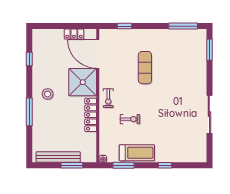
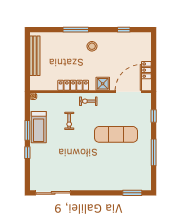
window: (183, 26) -> (154, 152), moved
exercise mat: (145, 68) -> (116, 134), width x1.36, depth x1.45
shower: (83, 82) -> (103, 84), width x0.54, depth x0.54
sliding door: (209, 114) -> (53, 193), moved
window: (72, 165) -> (27, 68), removed
window: (124, 165) -> (27, 130), moved

